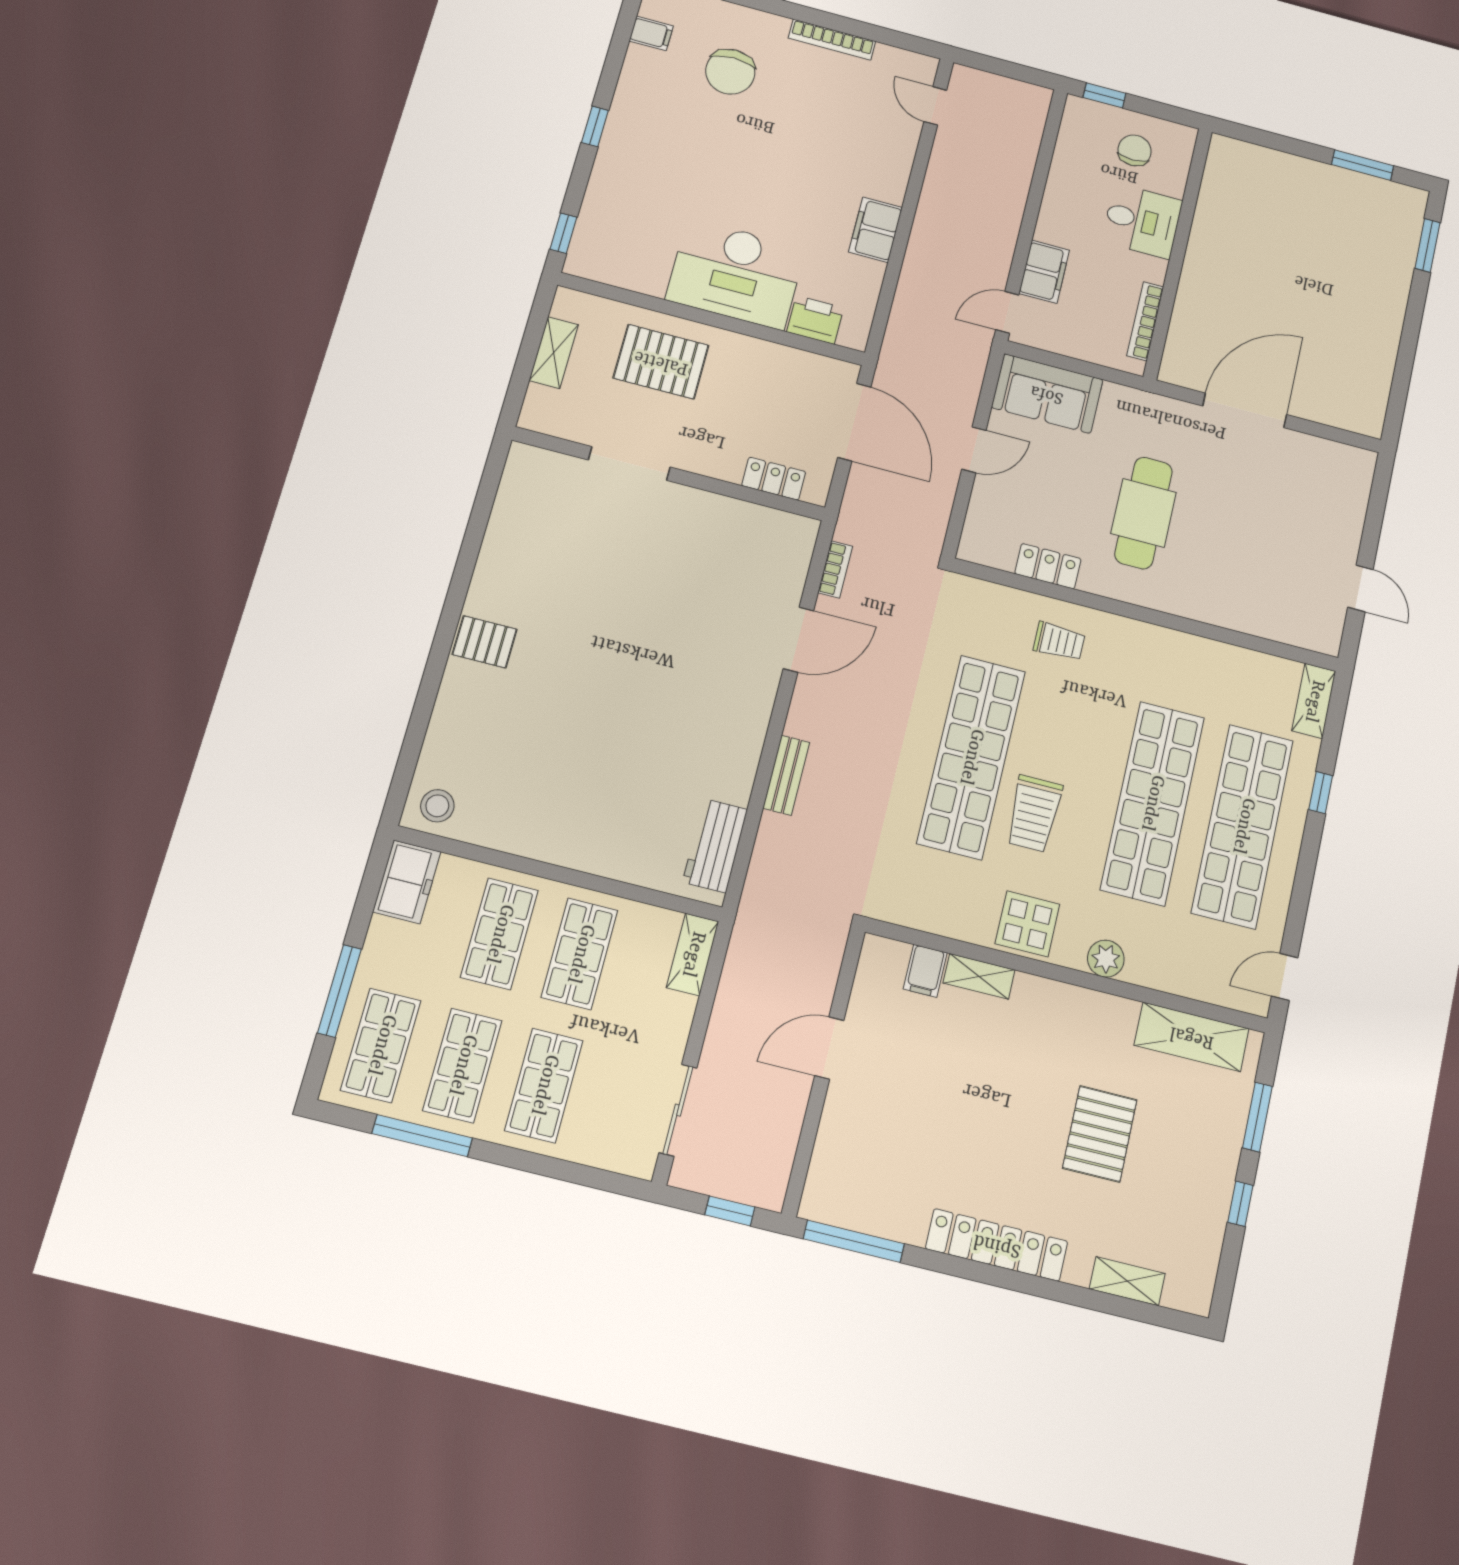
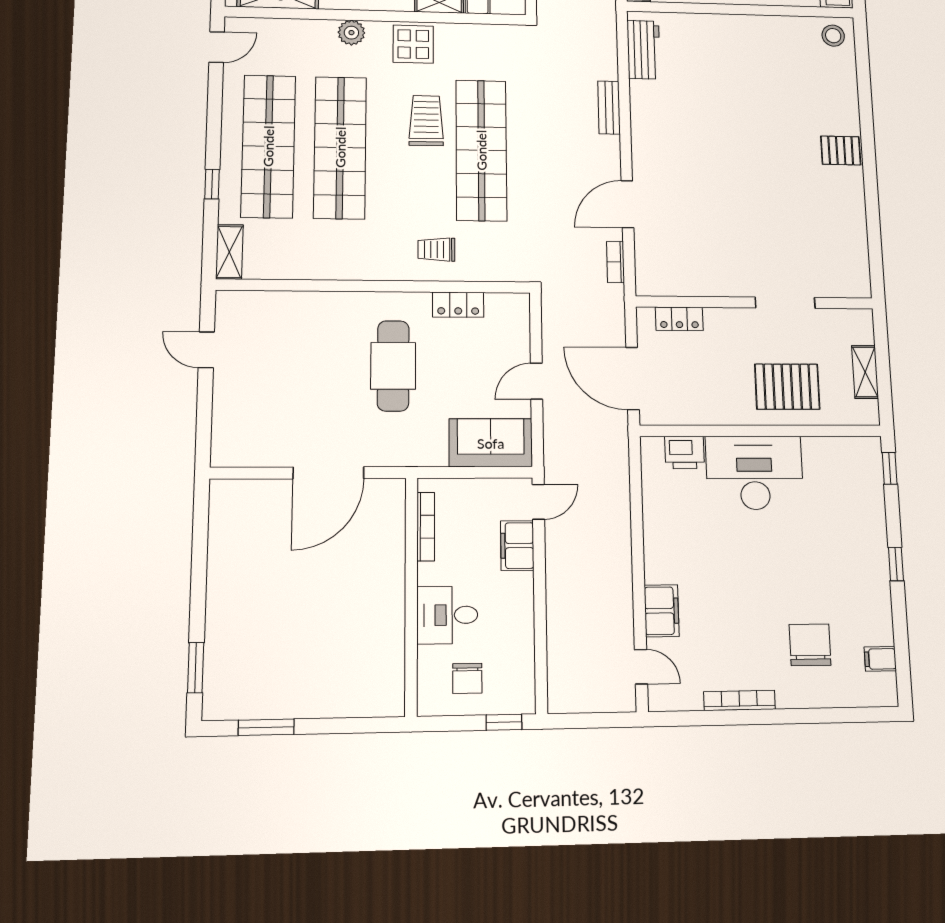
filing cabinet: (876, 230) -> (662, 611), moved

